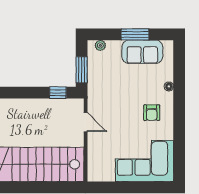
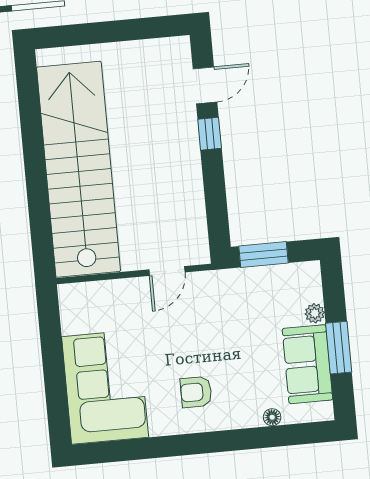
plant: (100, 45) -> (315, 313), moved
floor lamp: (169, 86) -> (272, 417), moved
window: (58, 93) -> (210, 134), moved

